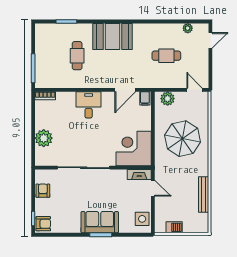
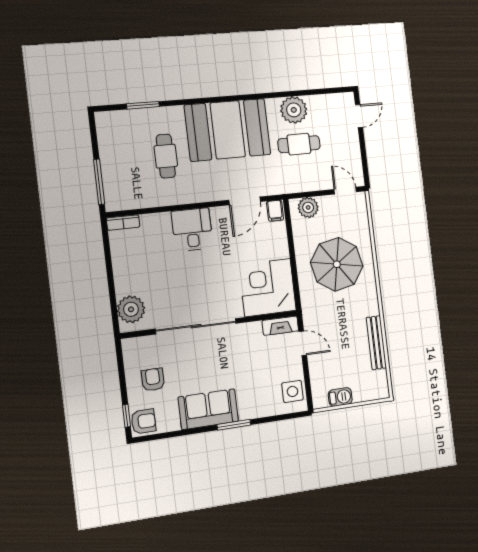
plant: (188, 28) -> (294, 110), moved, width x1.87, depth x1.87
booth: (112, 37) -> (228, 130), width x1.36, depth x1.42
plant: (44, 138) -> (131, 309), moved
armchair: (43, 191) -> (153, 380), moved
sofa: (100, 222) -> (208, 409), moved

